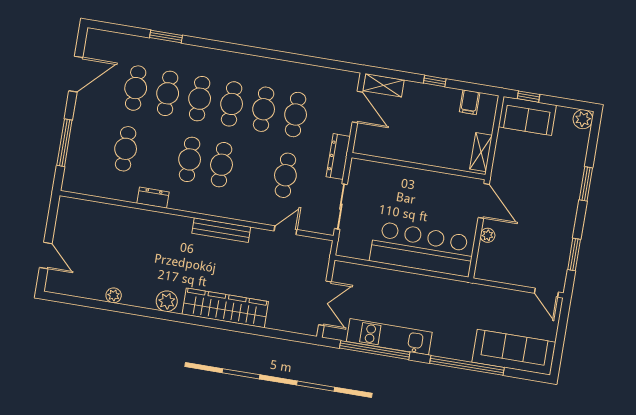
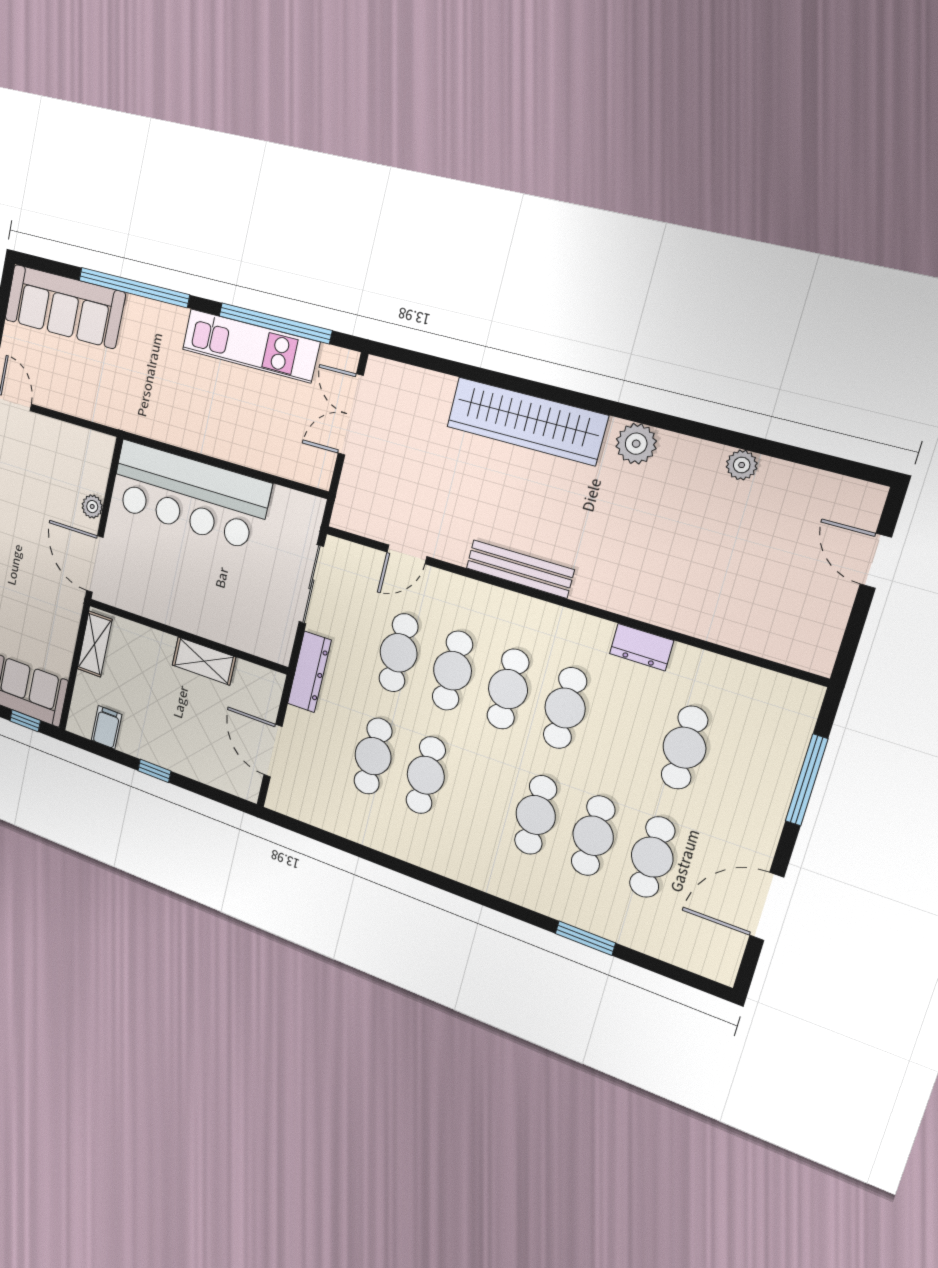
shelving: (383, 85) -> (204, 661), moved
cafe table: (232, 104) -> (452, 671), moved

